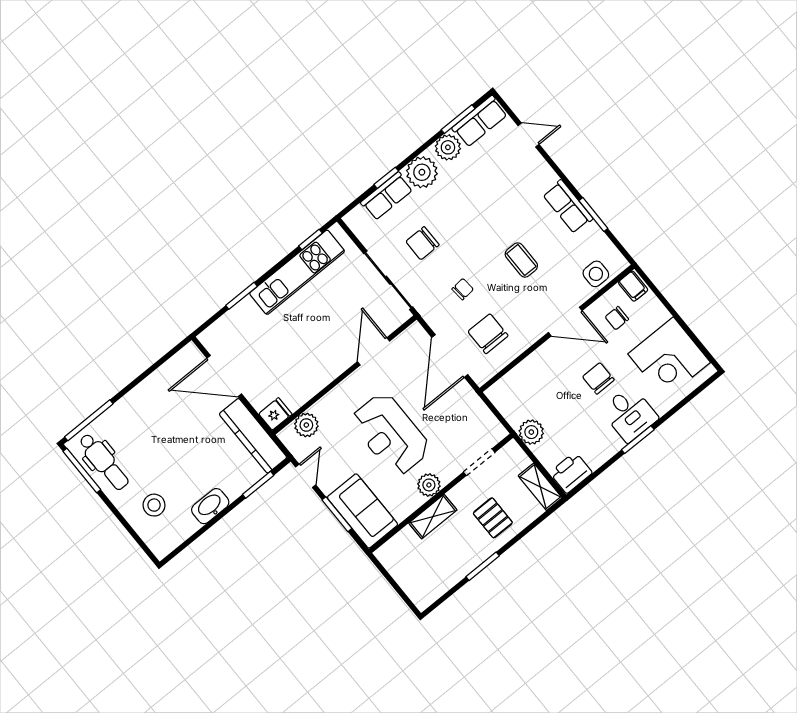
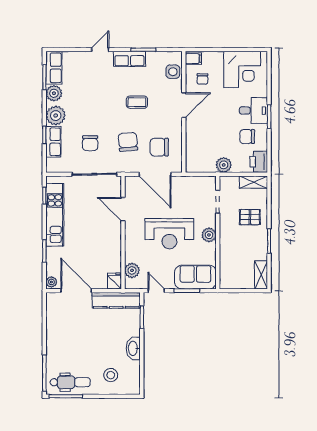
door: (528, 135) -> (100, 50), moved
chair: (463, 289) -> (128, 142), width x1.87, depth x1.87
plant: (210, 336) -> (51, 282), added
door: (224, 376) -> (76, 291), swing flipped
chair: (598, 378) -> (247, 137), moved
shelving: (433, 517) -> (261, 275), moved

